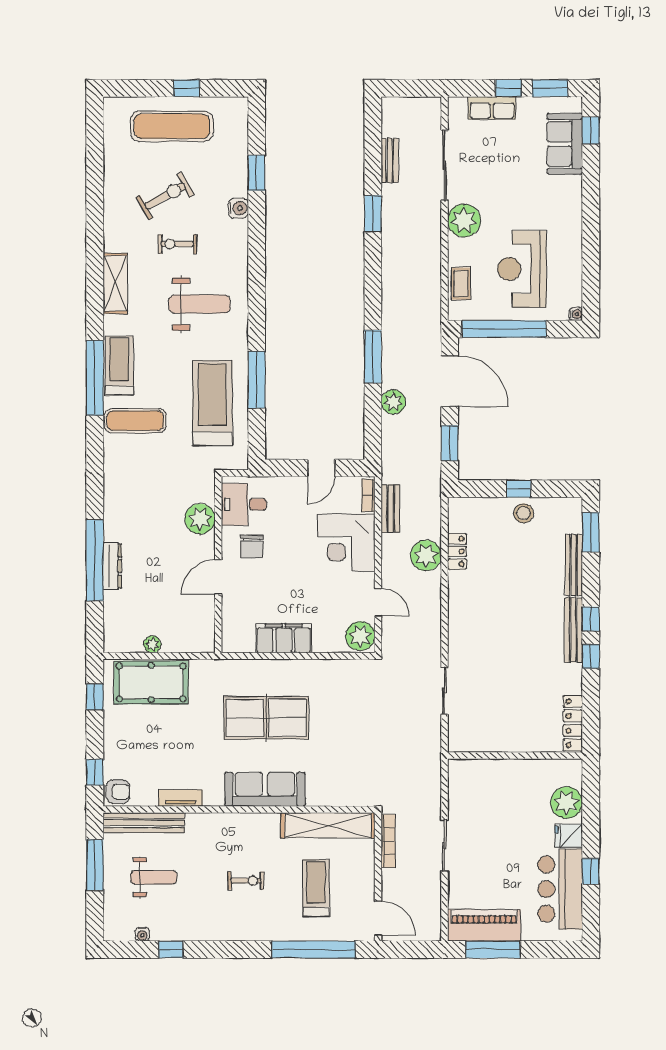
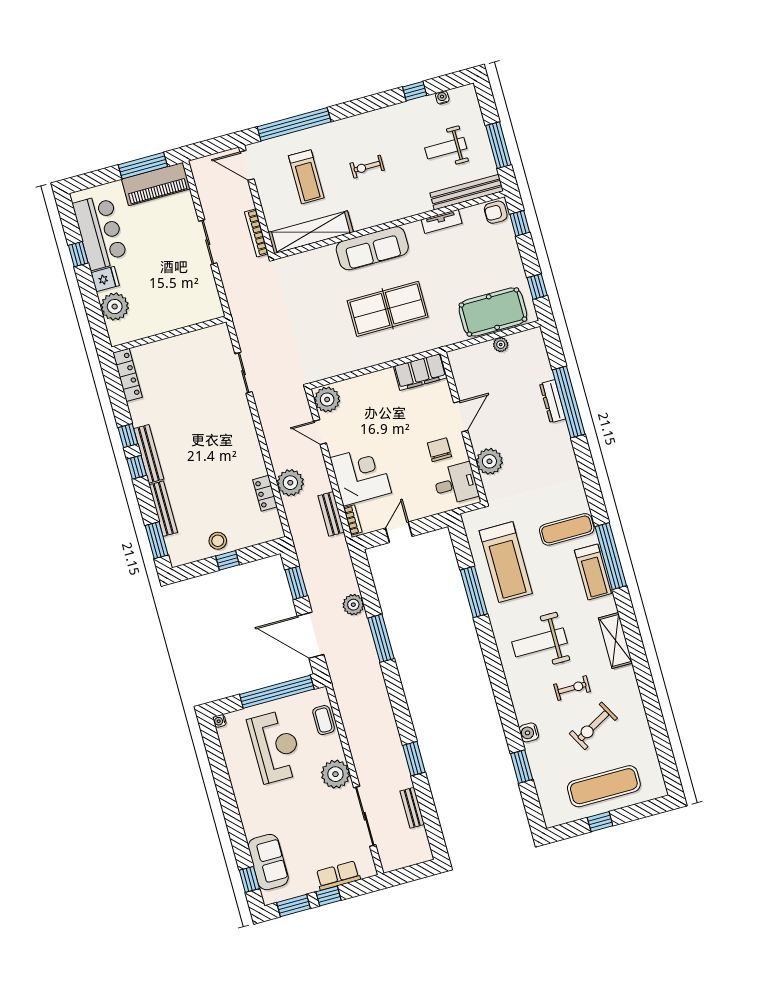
filing cabinet: (284, 638) -> (420, 372), moved

